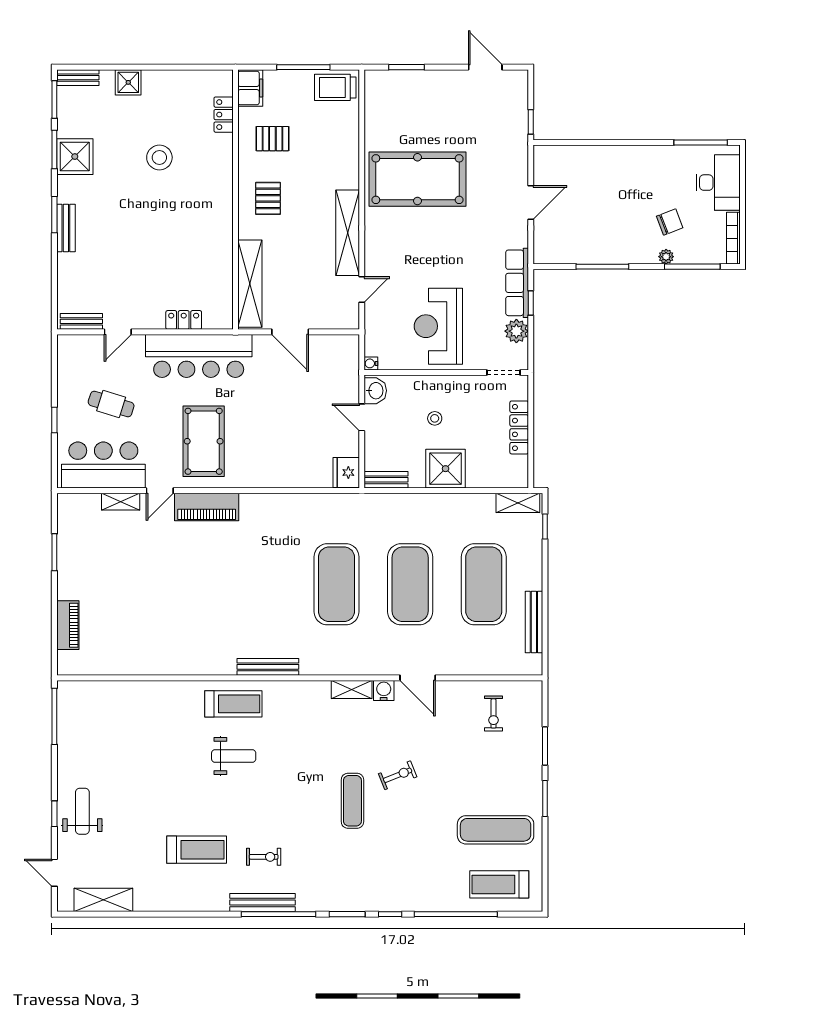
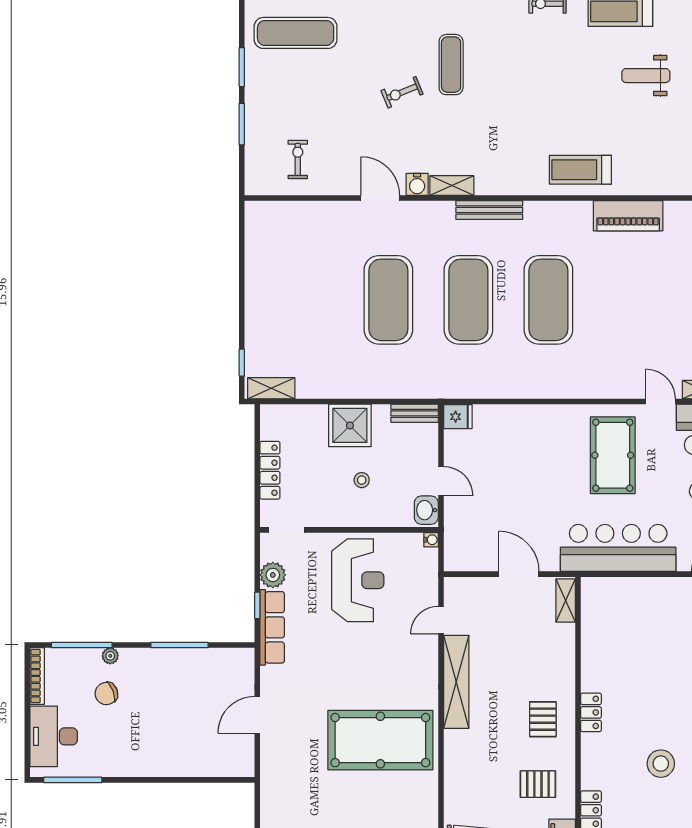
window: (531, 122) -> (257, 802), removed
shelving: (250, 284) -> (566, 601), width x0.45, depth x0.75
locker: (184, 320) -> (591, 712), moved, turned -90
fridge: (346, 472) -> (458, 417), width x0.72
door: (160, 491) -> (660, 402), hinge flipped
piano: (207, 507) -> (628, 216), moved, turned 180
exercise mat: (484, 584) -> (548, 300), moved
bench: (534, 622) -> (254, 259), removed
bench: (268, 667) -> (489, 210), moved
weight bench: (234, 756) -> (646, 76), moved

